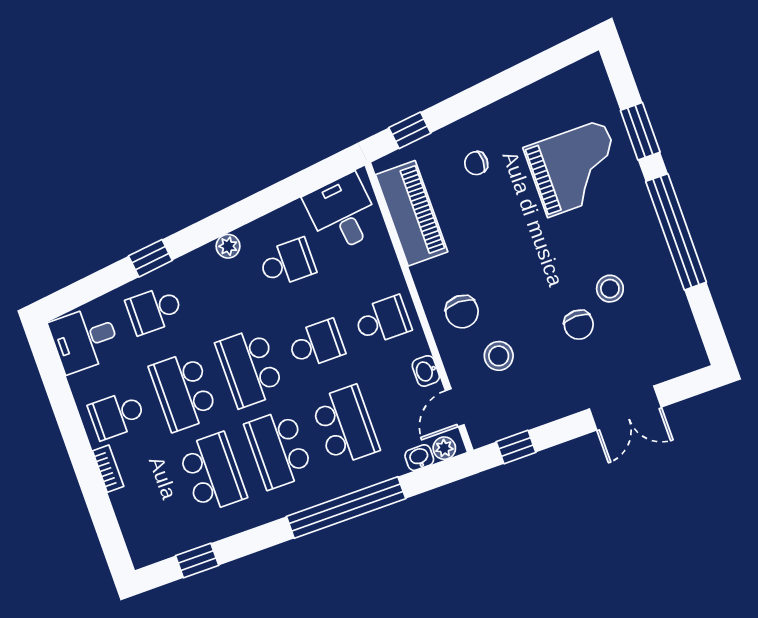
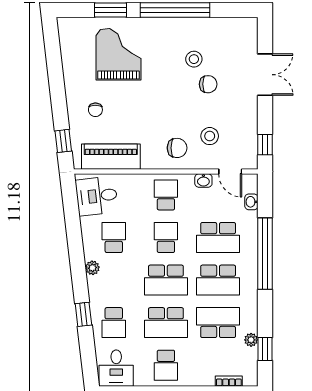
school desk: (345, 425) -> (218, 238), turned 180
plant: (444, 448) -> (251, 340), moved
bookcase: (108, 469) -> (229, 381), moved

